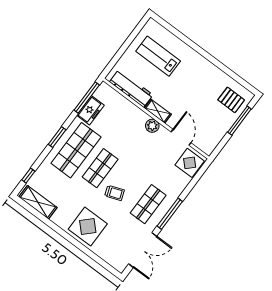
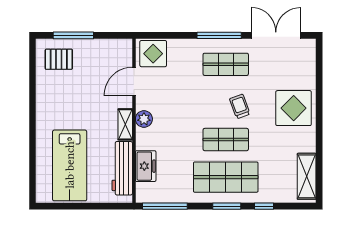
lab bench: (158, 56) -> (70, 165), width x1.36, depth x1.39
pallet: (231, 100) -> (59, 59), turned 90
freezer: (90, 110) -> (146, 166), moved, turned 90
window: (28, 176) -> (264, 206), moved

